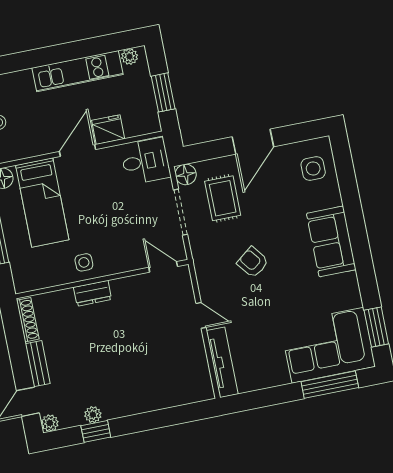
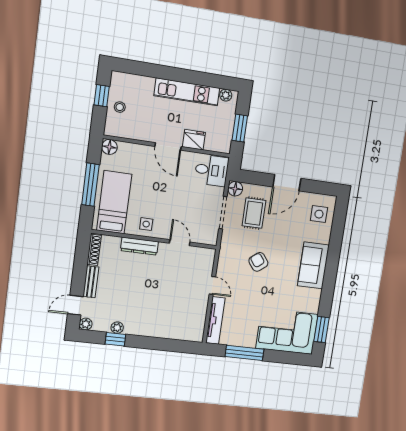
door: (78, 150) -> (168, 146), swing flipped
bed: (42, 202) -> (114, 202), moved, turned 180
door: (163, 267) -> (180, 243), moved
dresser: (93, 293) -> (139, 246), width x1.44
window: (330, 385) -> (244, 353), moved

